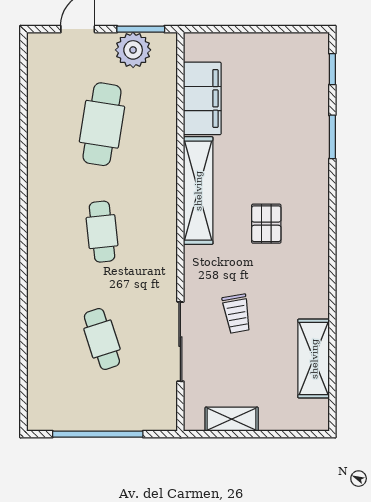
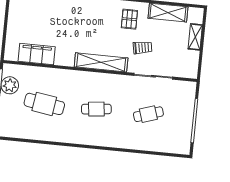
shelving: (198, 191) -> (101, 62), moved
pallet: (266, 224) -> (129, 19), moved, turned 90
shelving: (232, 419) -> (195, 37), moved

